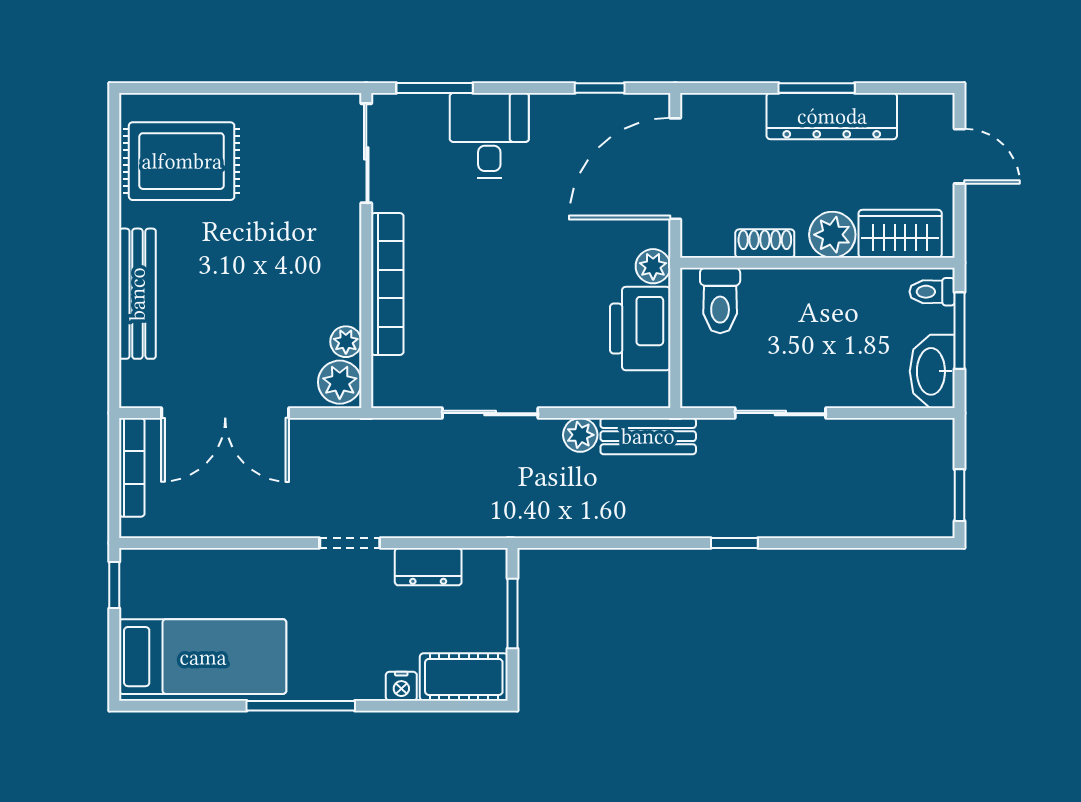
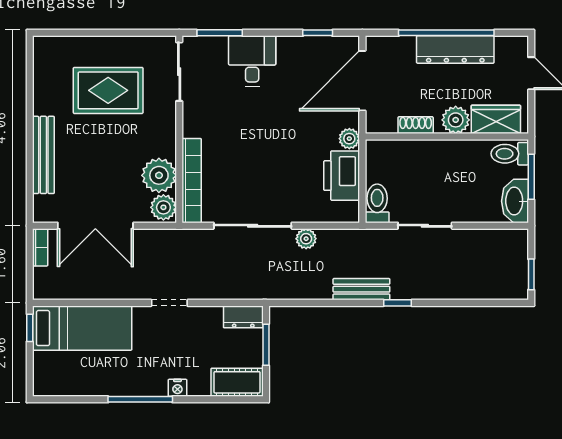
window: (817, 88) -> (446, 33), width x2.11
rug: (182, 161) -> (108, 90), moved
bookcase: (387, 284) -> (192, 181), moved
toilet: (932, 292) -> (510, 154), width x1.37, depth x1.39
toilet: (720, 300) -> (377, 203), moved, turned 180
plant: (346, 342) -> (159, 175), width x1.88, depth x1.88
sliding door: (490, 413) -> (253, 226), width x1.37
bench: (648, 436) -> (361, 289), moved
bookcase: (132, 467) -> (40, 247), width x0.64
dresser: (428, 567) -> (243, 317), moved
bed: (203, 657) -> (82, 328), moved
nightstand: (401, 686) -> (177, 388), moved

